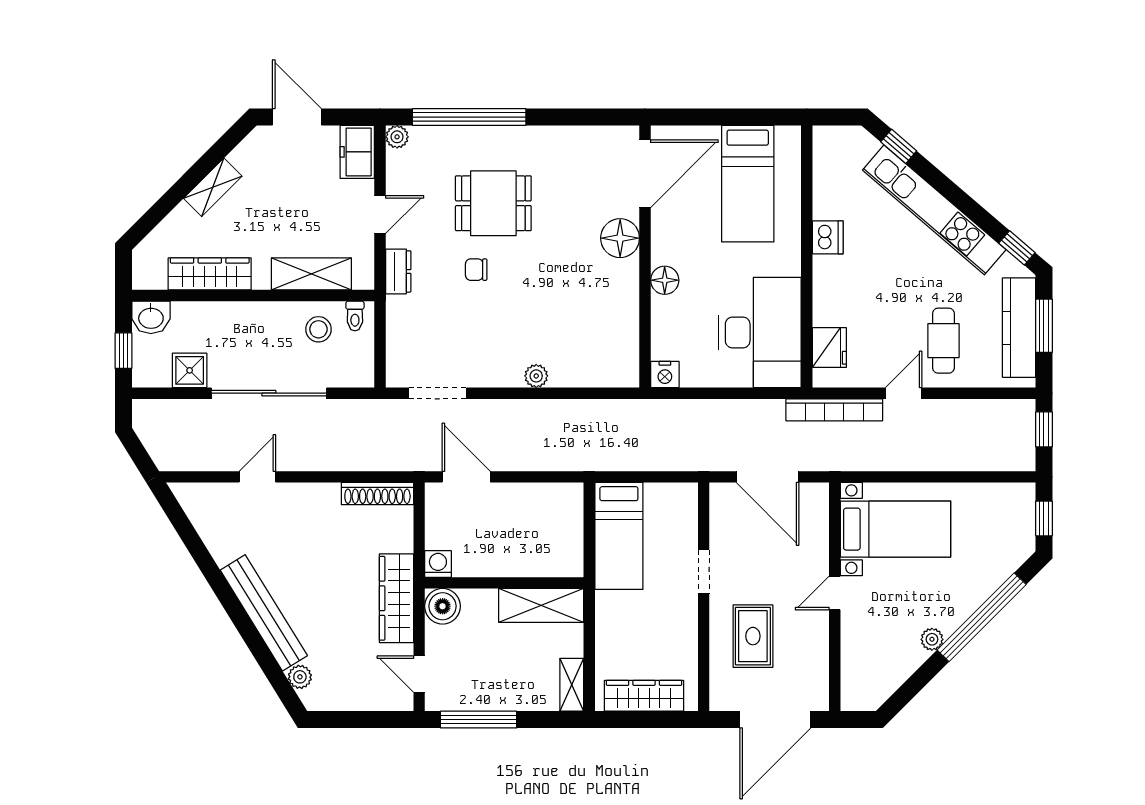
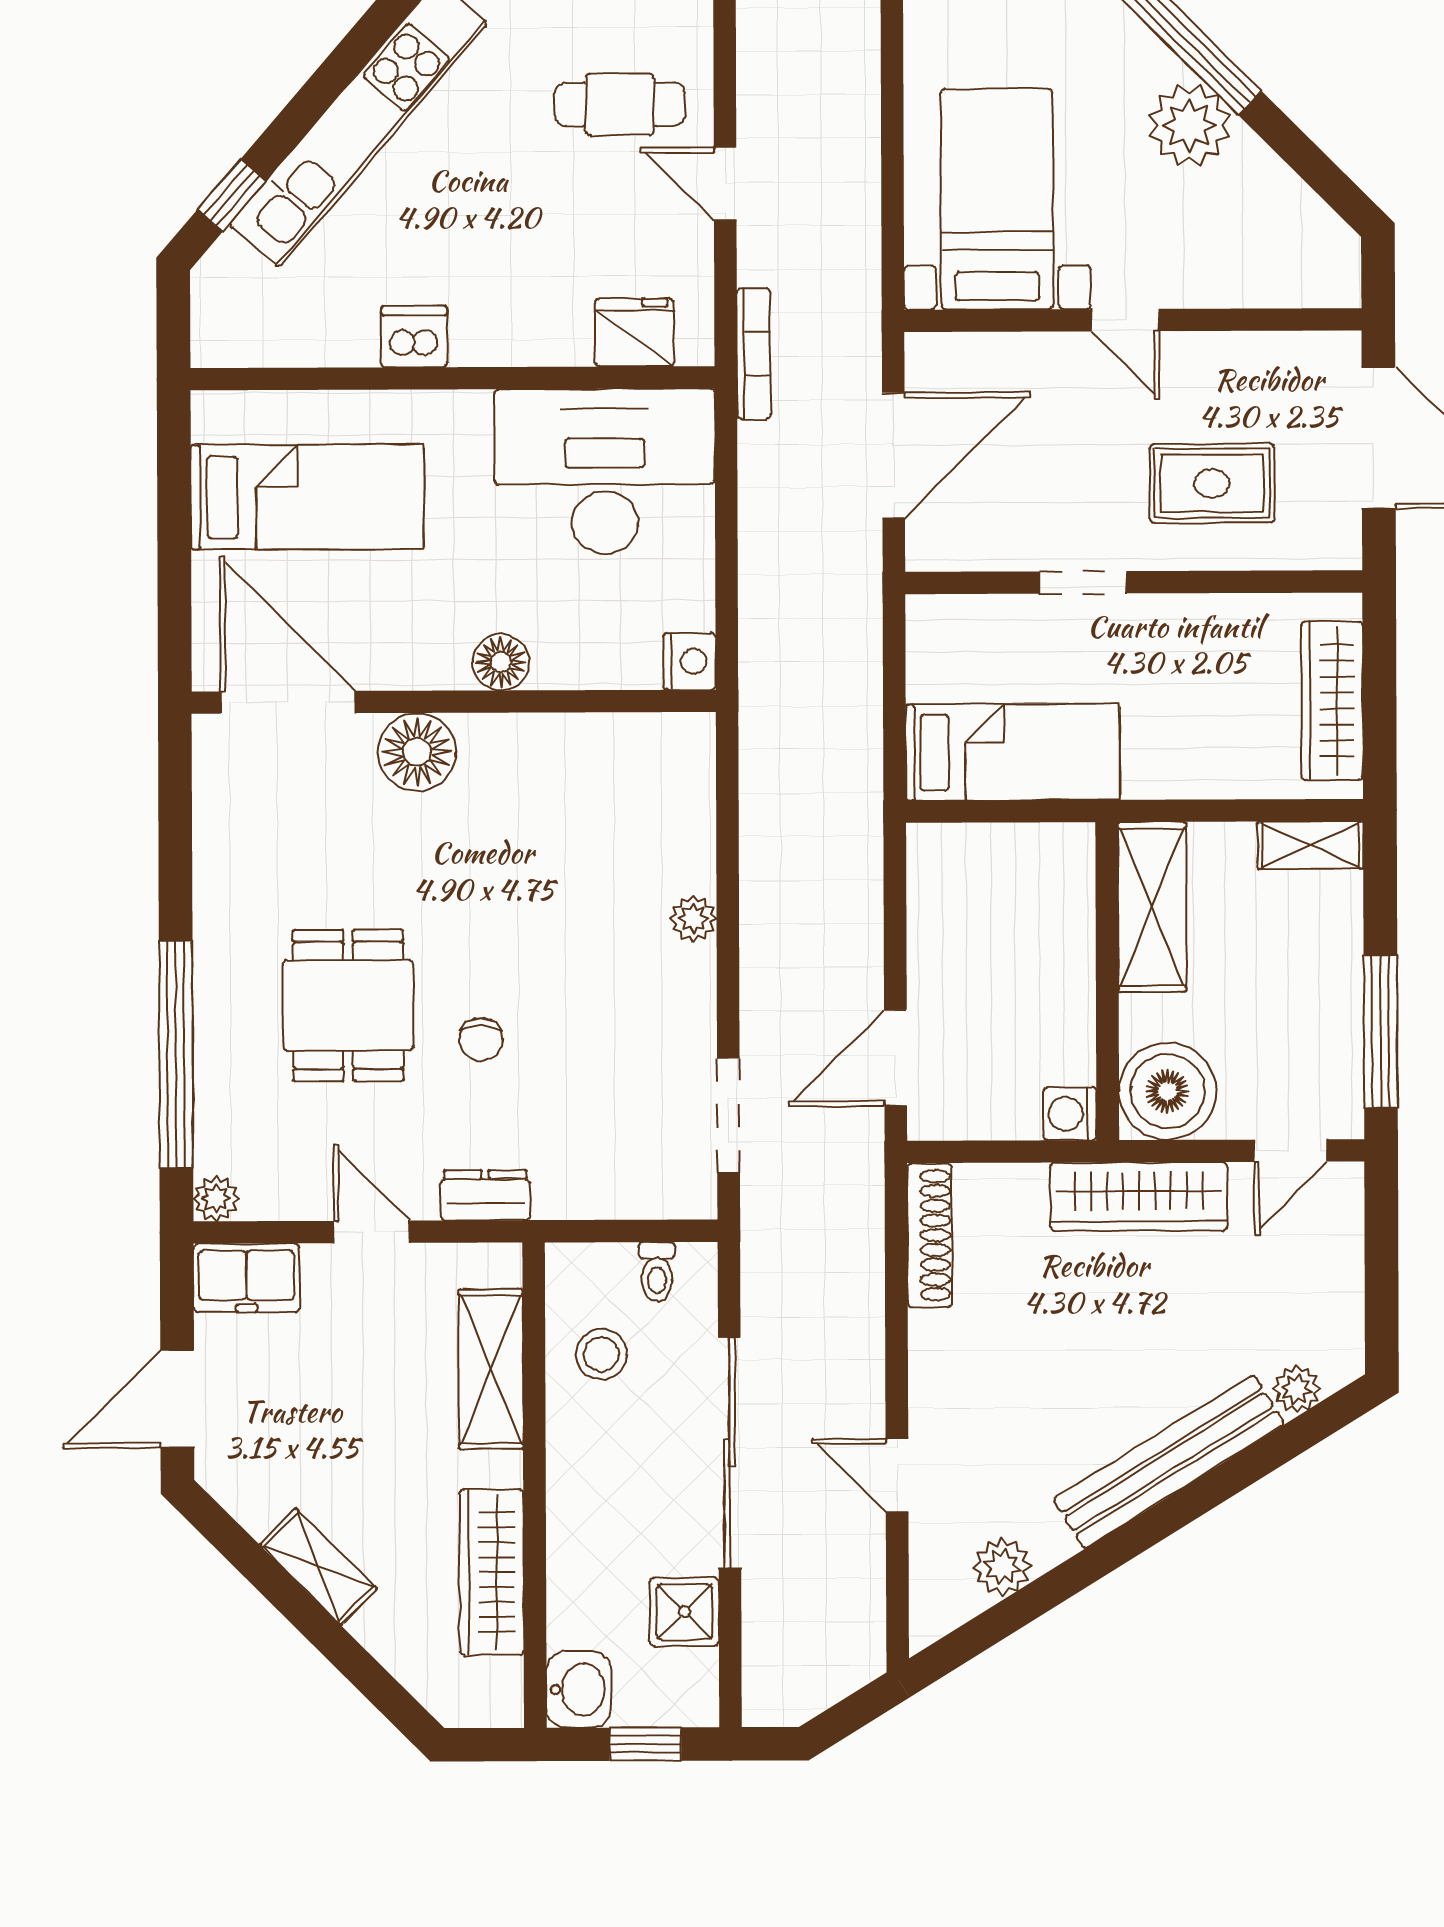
toilet: (355, 316) -> (657, 1272), moved, turned 90
bookcase: (834, 410) -> (754, 354), width x0.68, depth x0.76
plant: (212, 529) -> (1002, 1567), added
boiler: (443, 606) -> (1167, 1091), width x1.37, depth x1.37
plant: (932, 639) -> (1189, 125), width x1.88, depth x1.88

